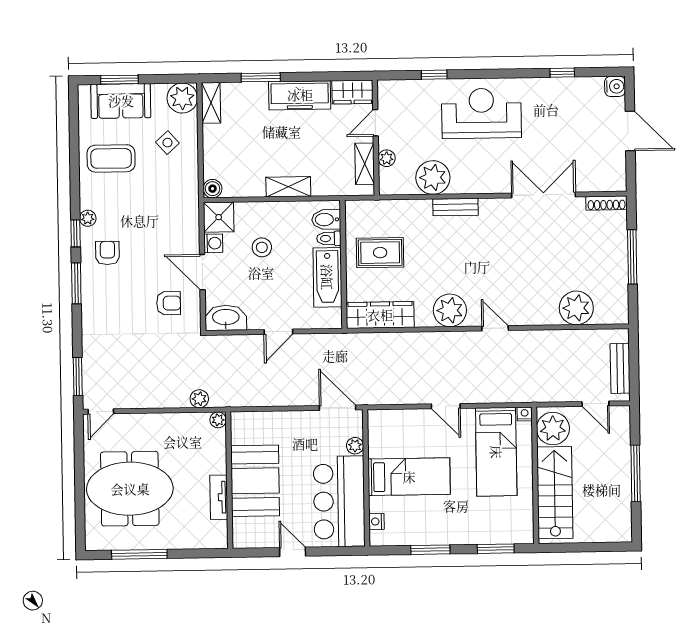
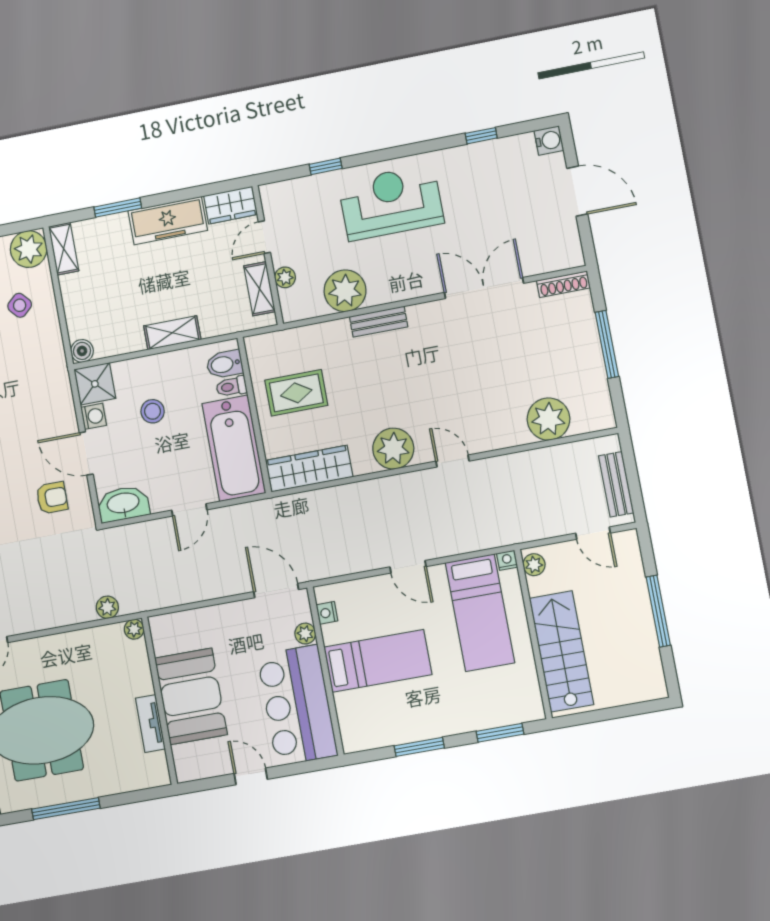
bathtub: (327, 277) -> (234, 448), width x1.36, depth x1.36
plant: (553, 428) -> (534, 565), width x0.53, depth x0.53
nightstand: (376, 521) -> (327, 613), moved

